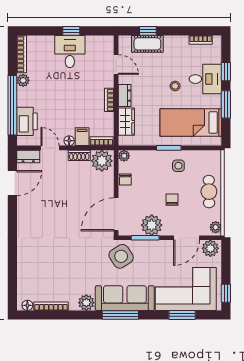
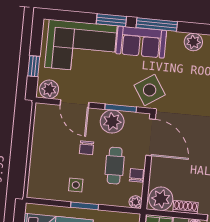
cafe table: (209, 192) -> (115, 166), moved
door: (116, 214) -> (151, 137), hinge flipped
plant: (216, 227) -> (41, 112), removed
door: (187, 238) -> (75, 104), swing flipped
window: (226, 293) -> (34, 66), moved
sofa: (125, 298) -> (141, 42), width x0.73
window: (182, 315) -> (111, 20), moved

